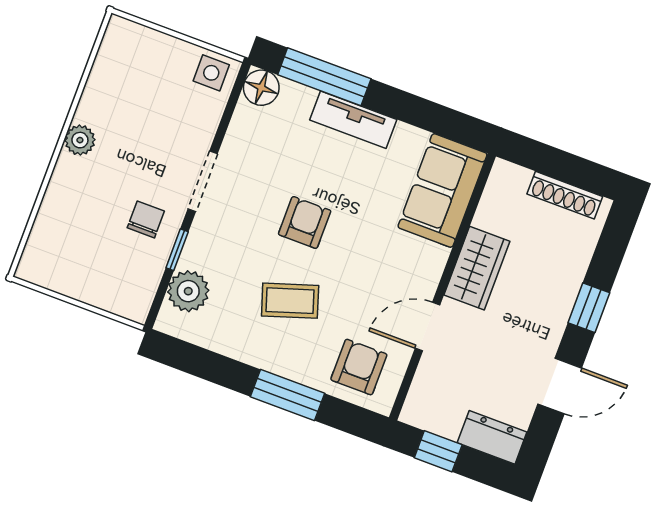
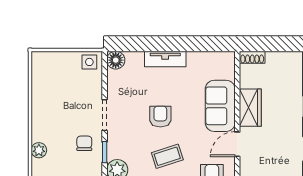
window: (324, 77) -> (144, 44), removed
plant: (80, 140) -> (39, 150), moved
sofa: (442, 190) -> (220, 106), moved
shoe rack: (565, 195) -> (252, 57), moved, width x0.70

